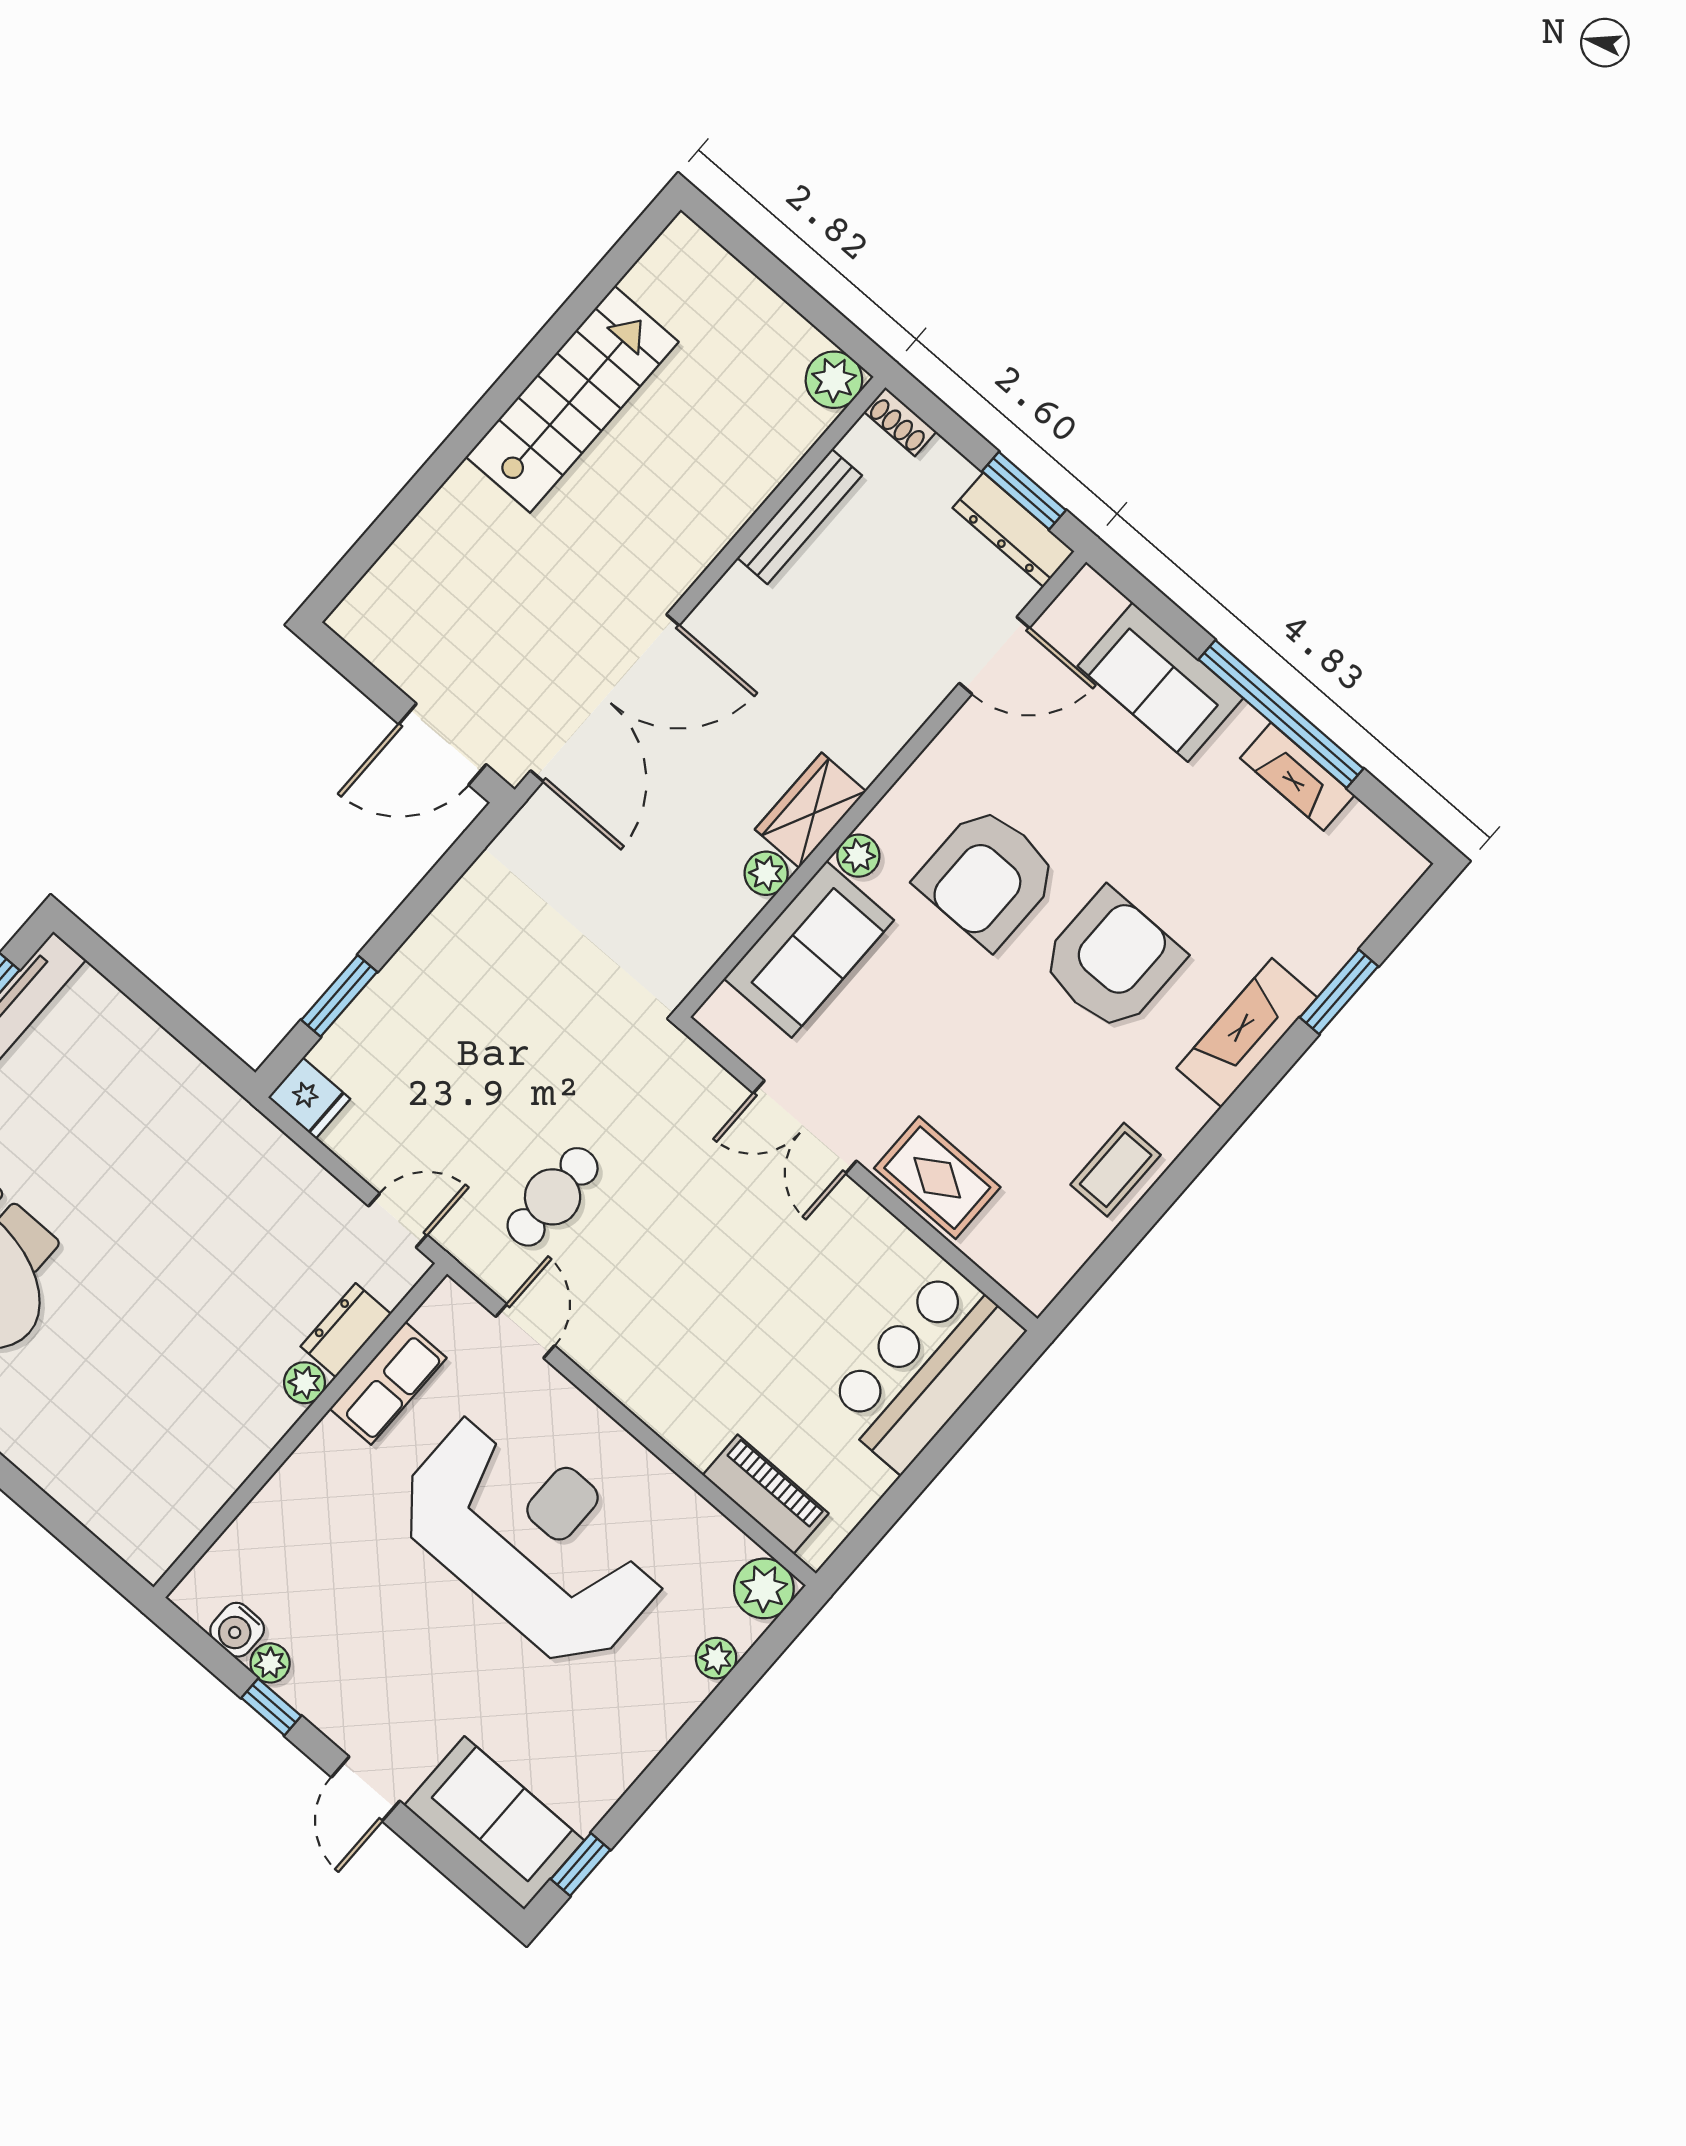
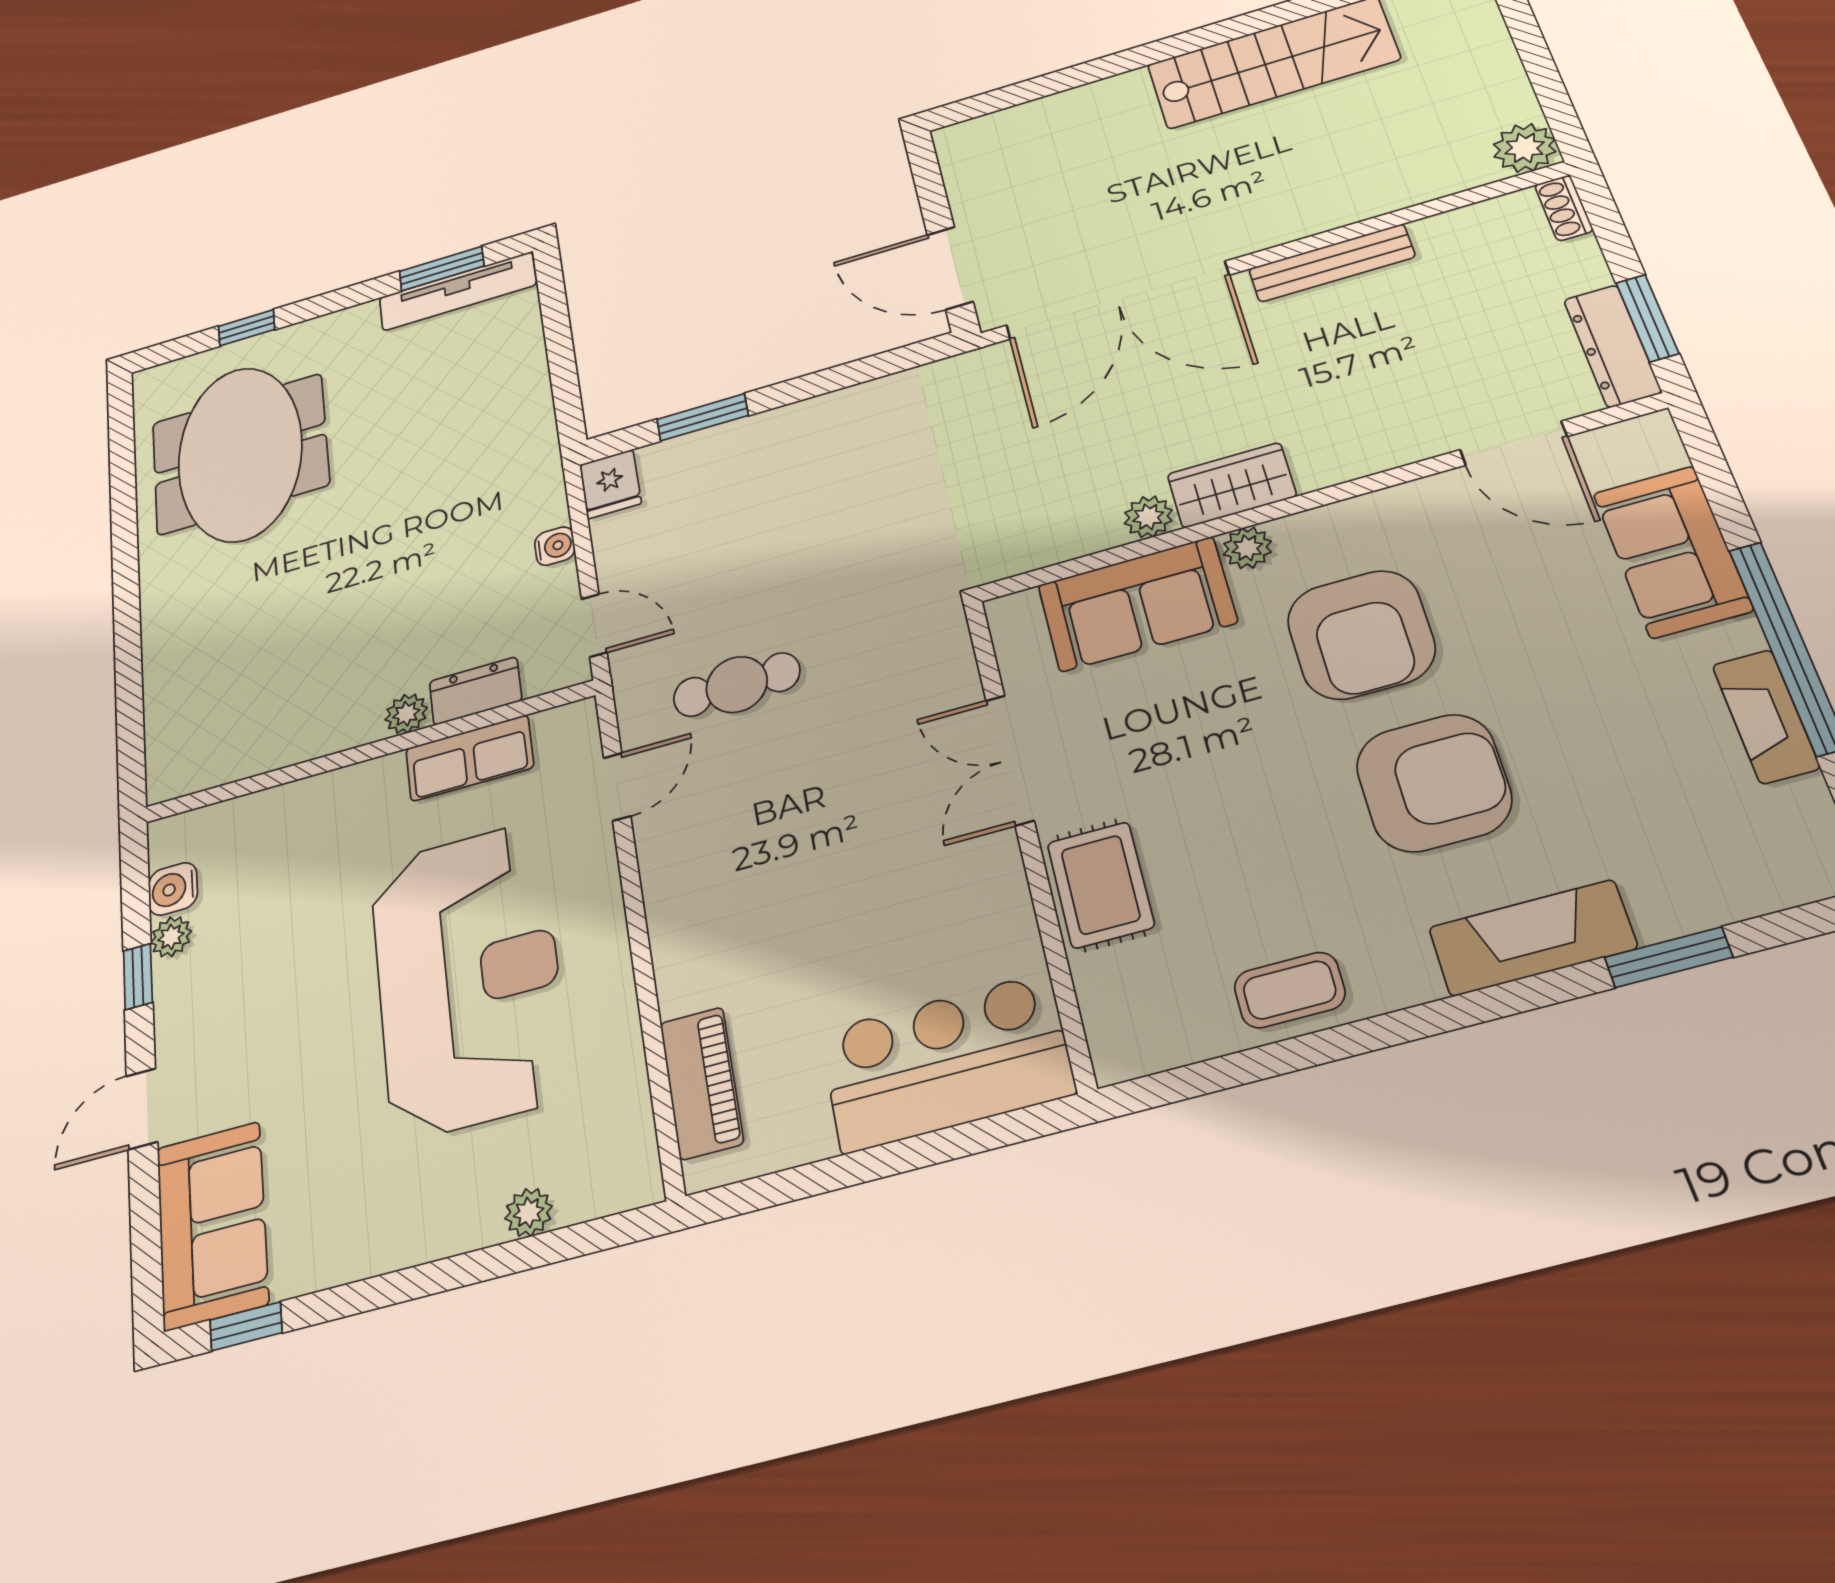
bench: (800, 517) -> (1332, 263), moved
armchair: (988, 877) -> (1361, 635), turned -90
water cooler: (308, 1177) -> (555, 546), added
plant: (764, 1588) -> (626, 1175), removed

